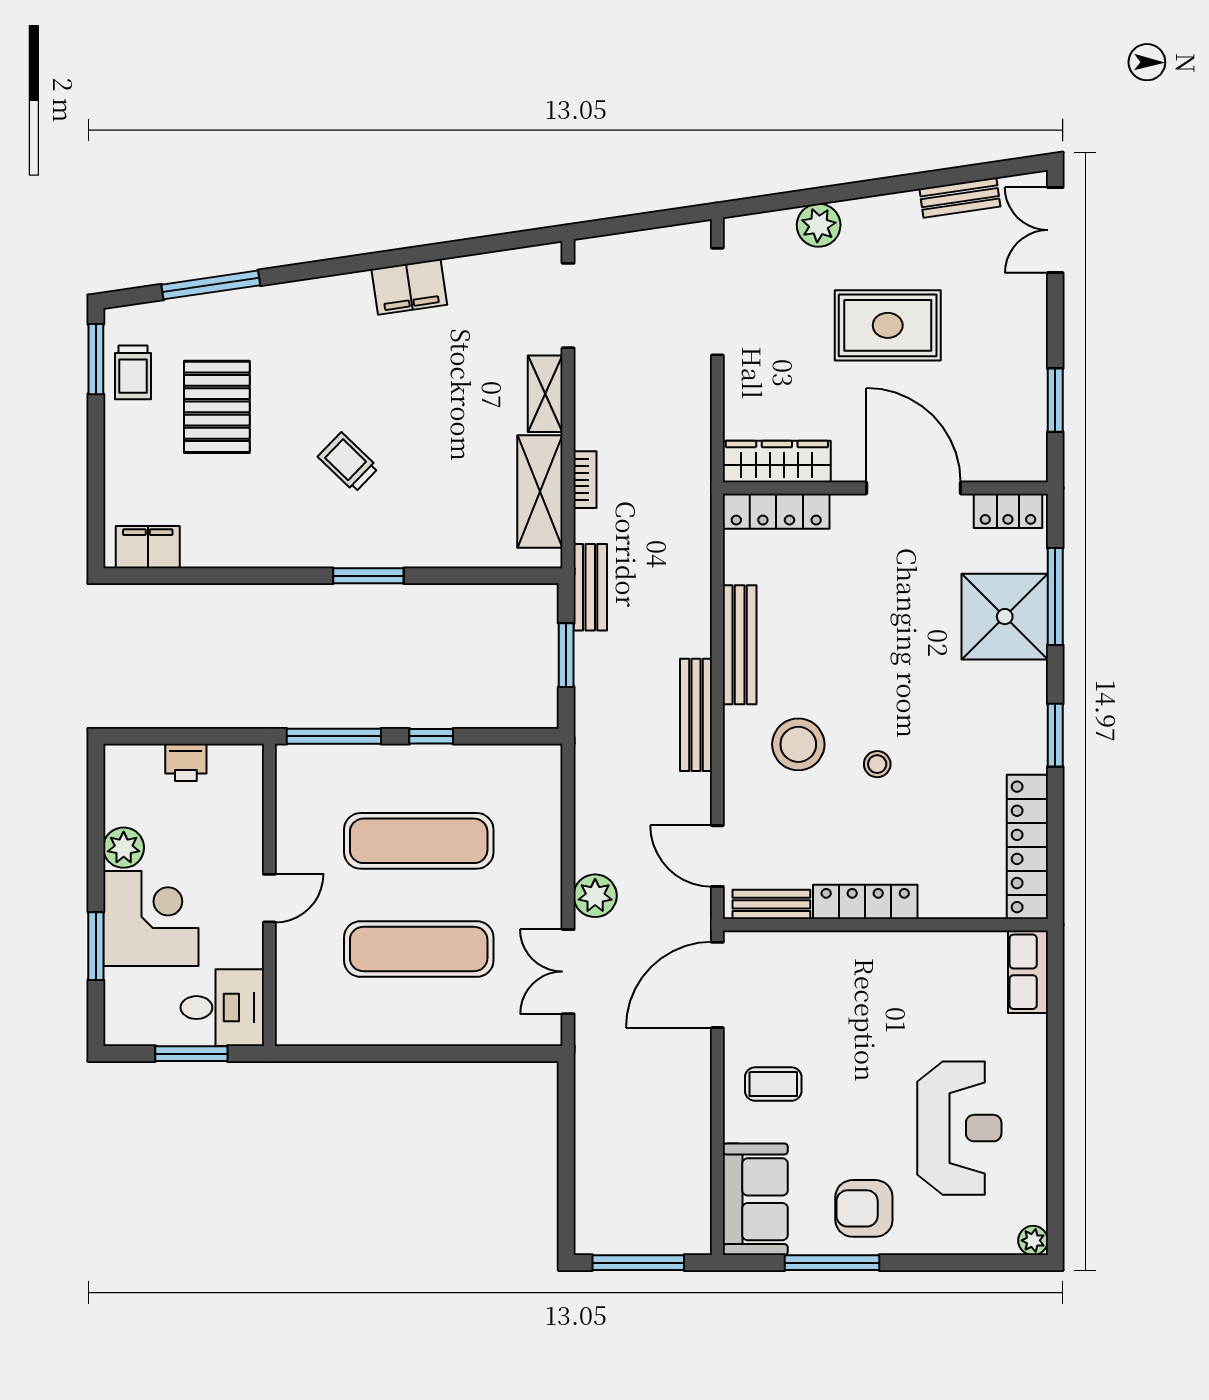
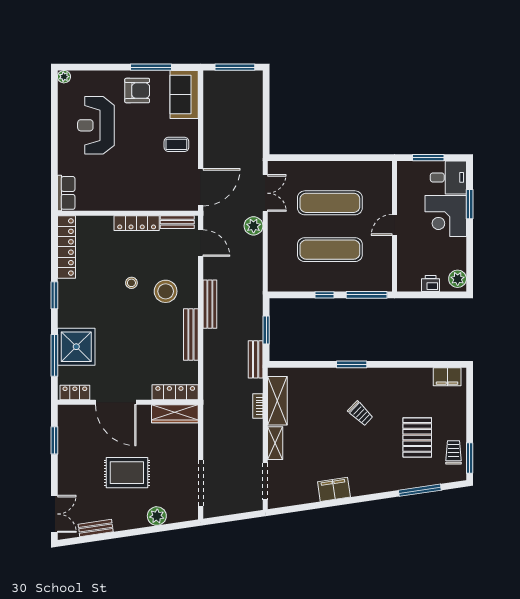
plant: (124, 848) -> (458, 279), moved
desk: (222, 1008) -> (448, 177), moved, turned 180

